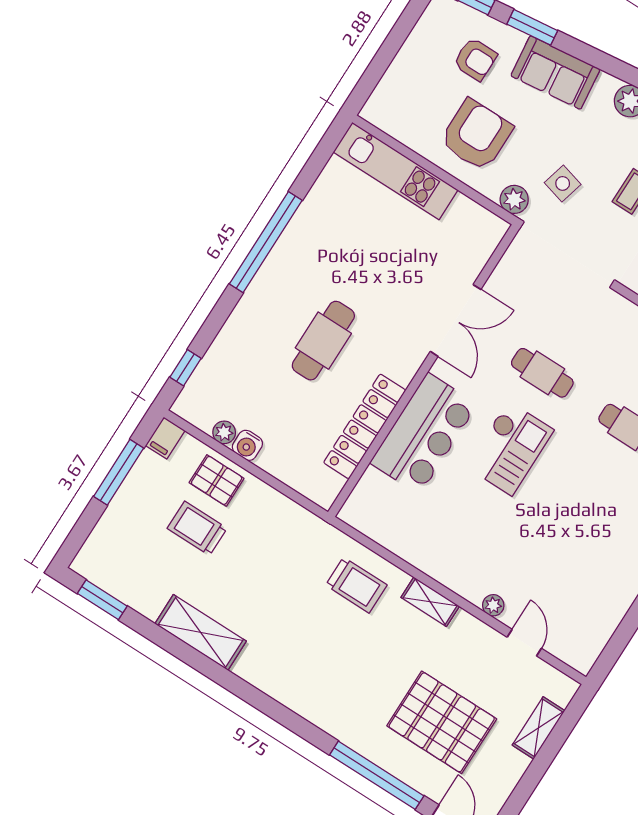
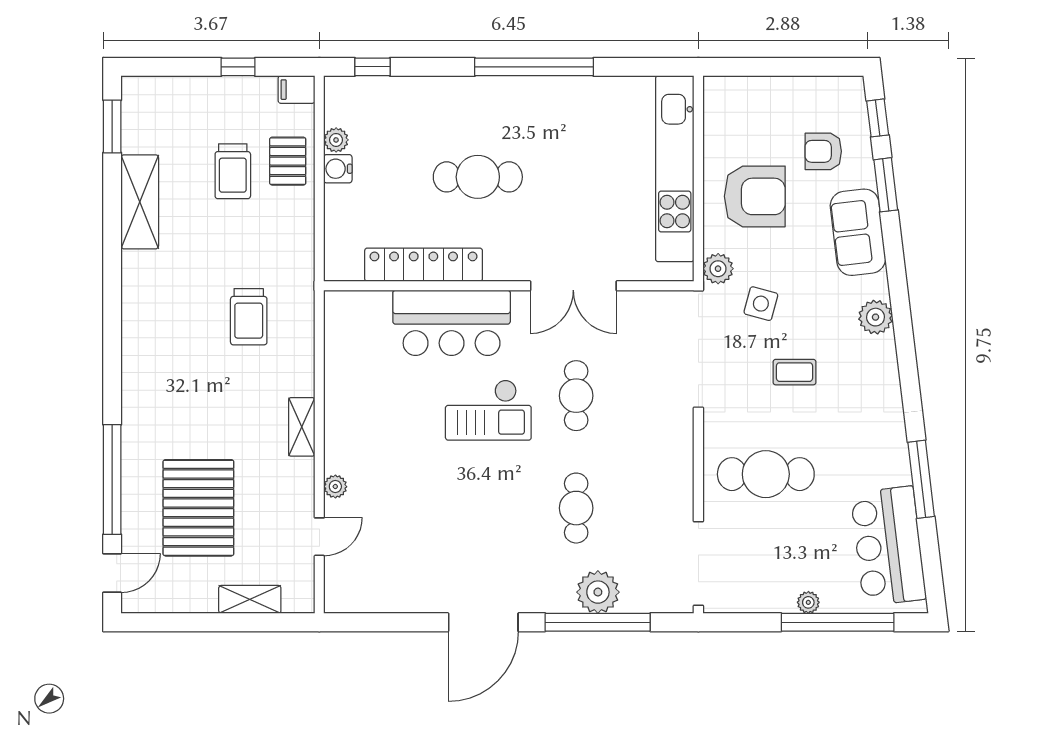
armchair: (475, 59) -> (823, 151), turned 90
kitchen unit: (396, 171) -> (675, 169), width x1.36
window: (119, 472) -> (238, 67), width x0.46
trolley: (197, 528) -> (233, 171), turned 180
trolley: (356, 585) -> (249, 317), moved
shelving: (201, 632) -> (140, 202), moved

